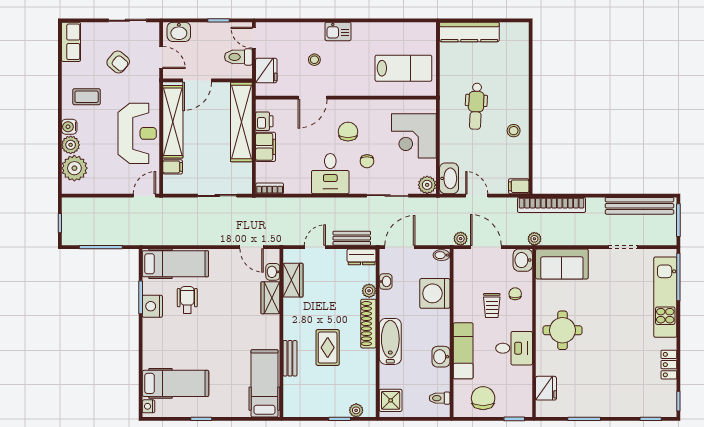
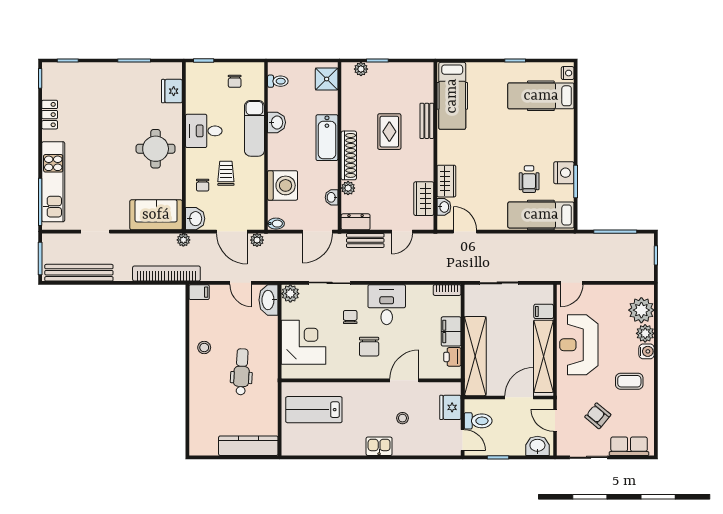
row of seats: (71, 42) -> (629, 446), moved, turned 90
chair: (483, 398) -> (235, 81), width x0.54, depth x0.54

